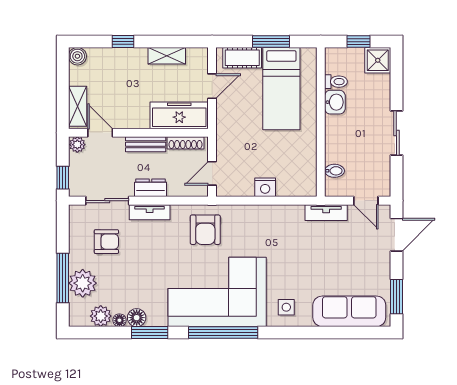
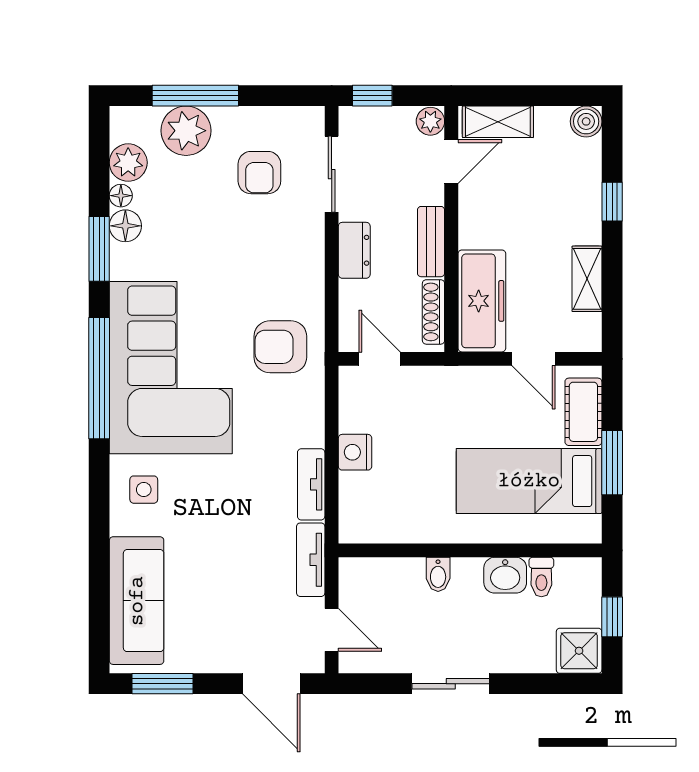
bidet: (334, 171) -> (438, 574), moved
door: (366, 201) -> (332, 630), swing flipped
tv unit: (150, 212) -> (311, 484), moved

